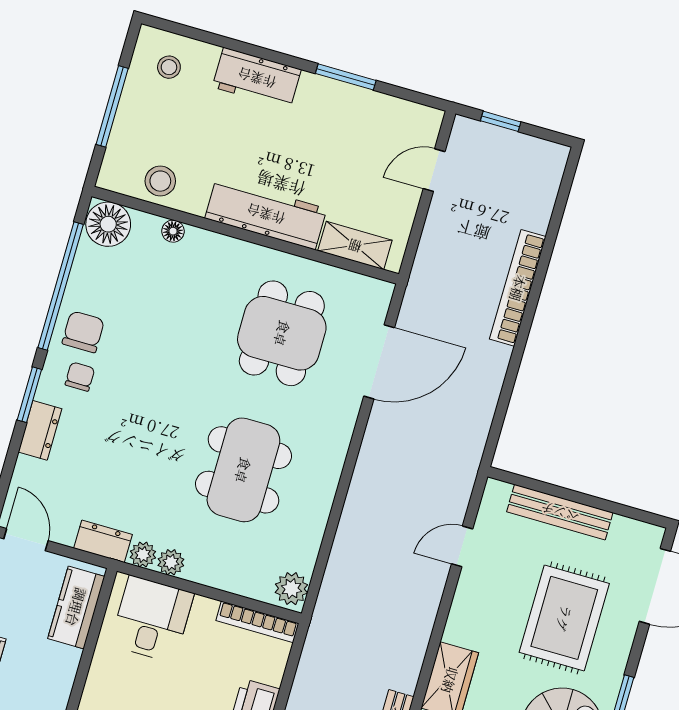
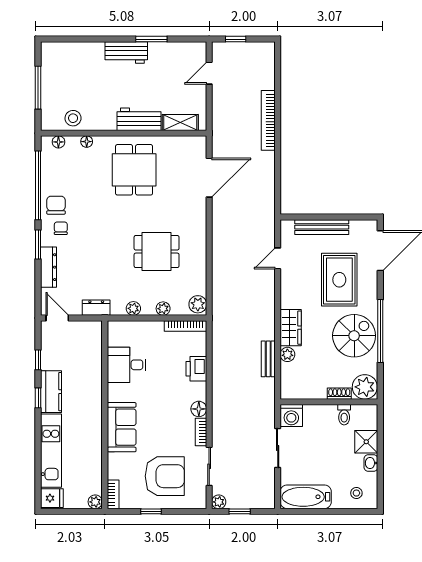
stool: (169, 67) -> (61, 60), removed
workbench: (257, 78) -> (126, 53), moved
workbench: (266, 214) -> (139, 119), width x0.73
floor lamp: (108, 224) -> (58, 142), width x0.53, depth x0.53
dining table: (282, 333) -> (134, 170), moved
dresser: (40, 430) -> (48, 267), width x1.44
dining table: (243, 470) -> (157, 252), width x0.73
plant: (143, 555) -> (163, 309), moved
kitchen counter: (76, 607) -> (92, 345), removed
desk: (152, 619) -> (127, 365), moved, turned -90

